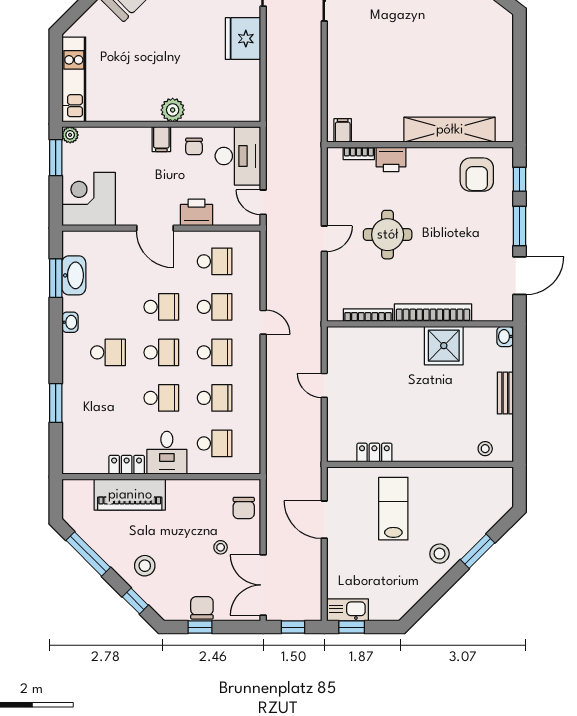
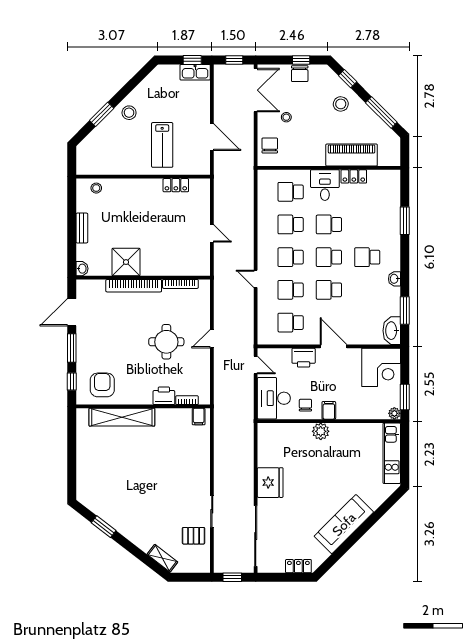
washbasin: (74, 275) -> (392, 331), moved

